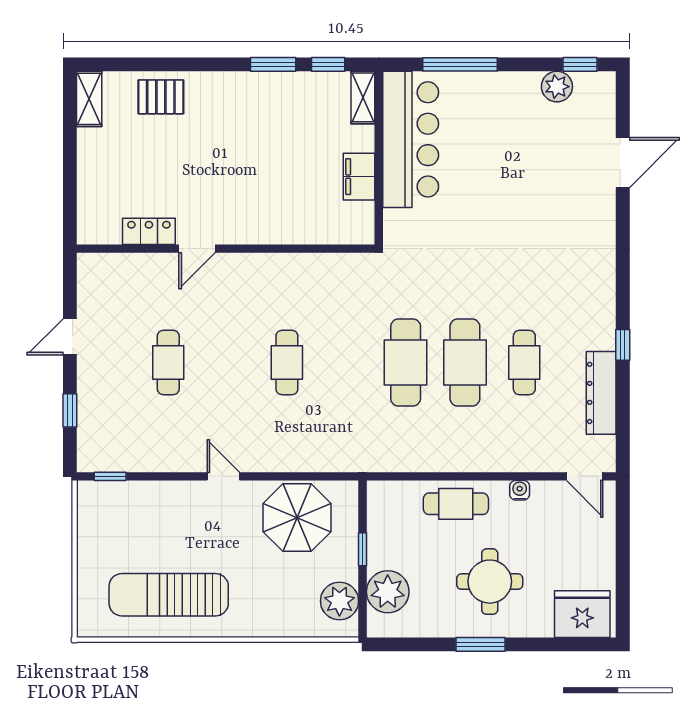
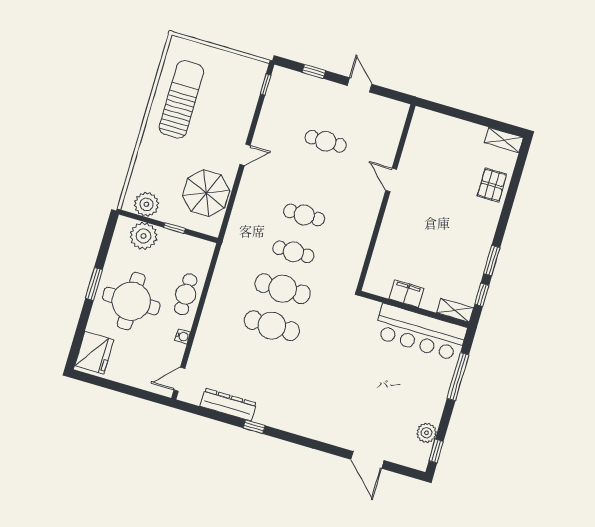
locker: (149, 231) -> (411, 153), removed
cafe table: (524, 363) -> (293, 252), moved
round table: (490, 582) -> (131, 301), width x1.36, depth x1.36

